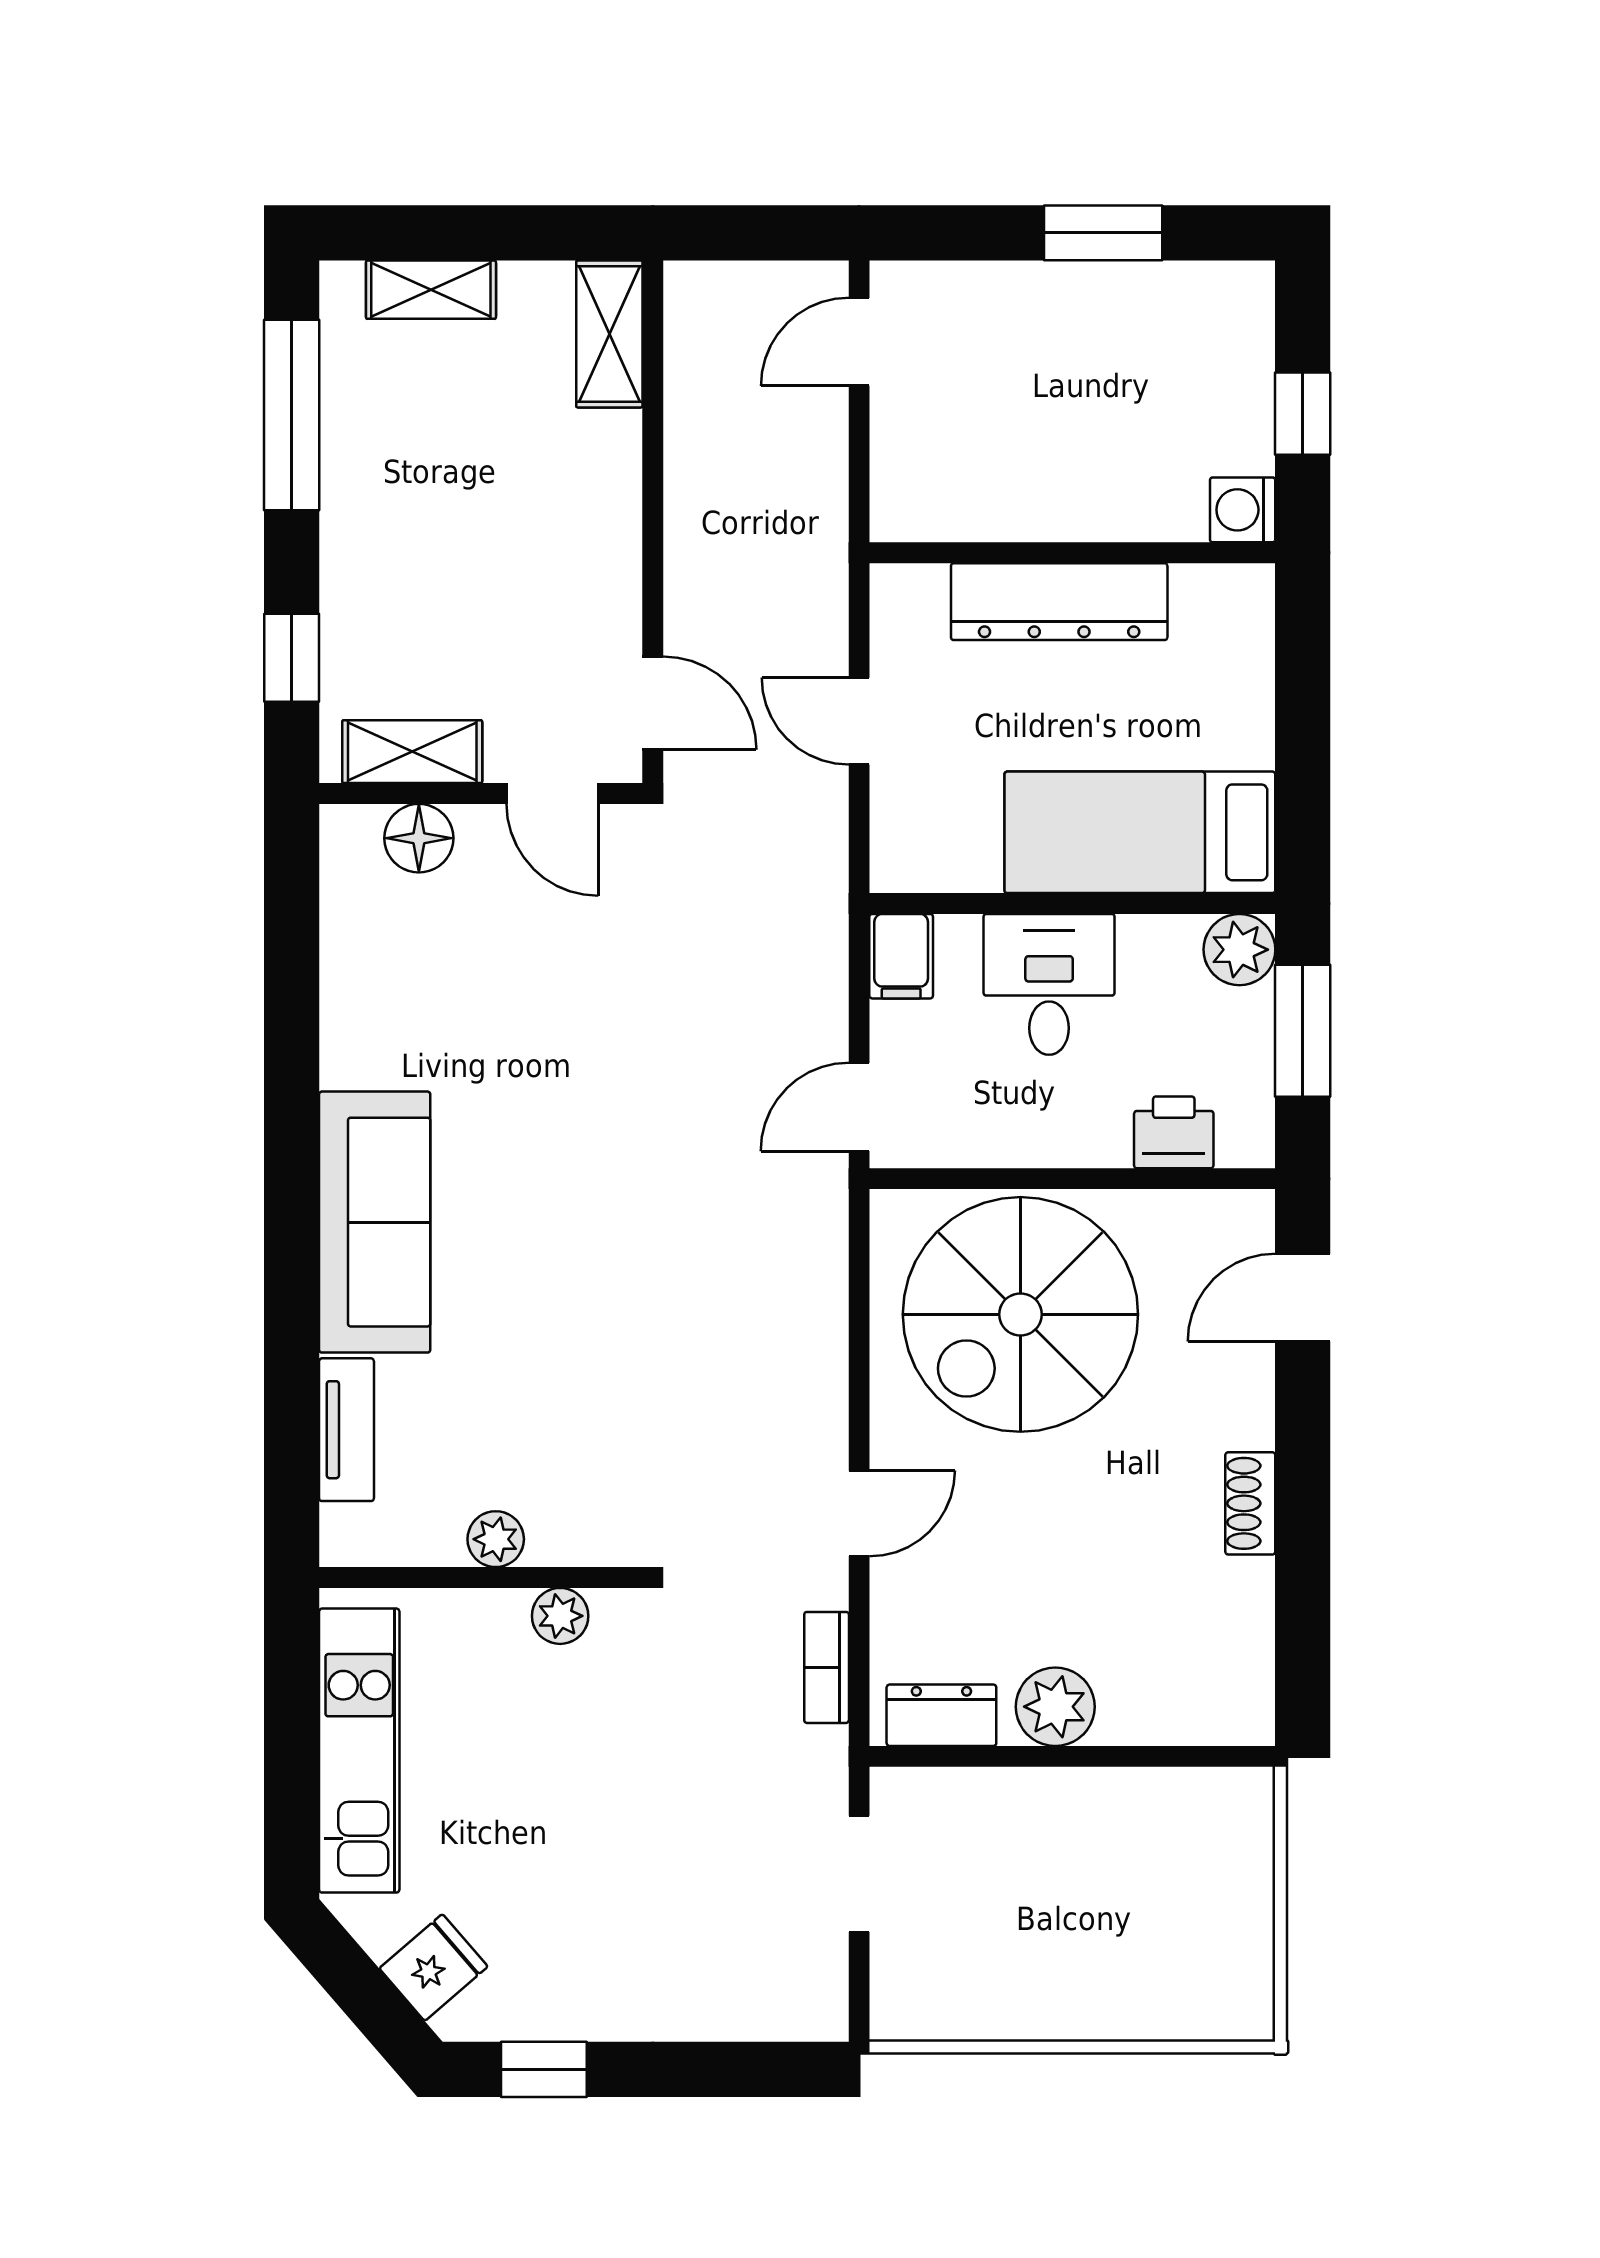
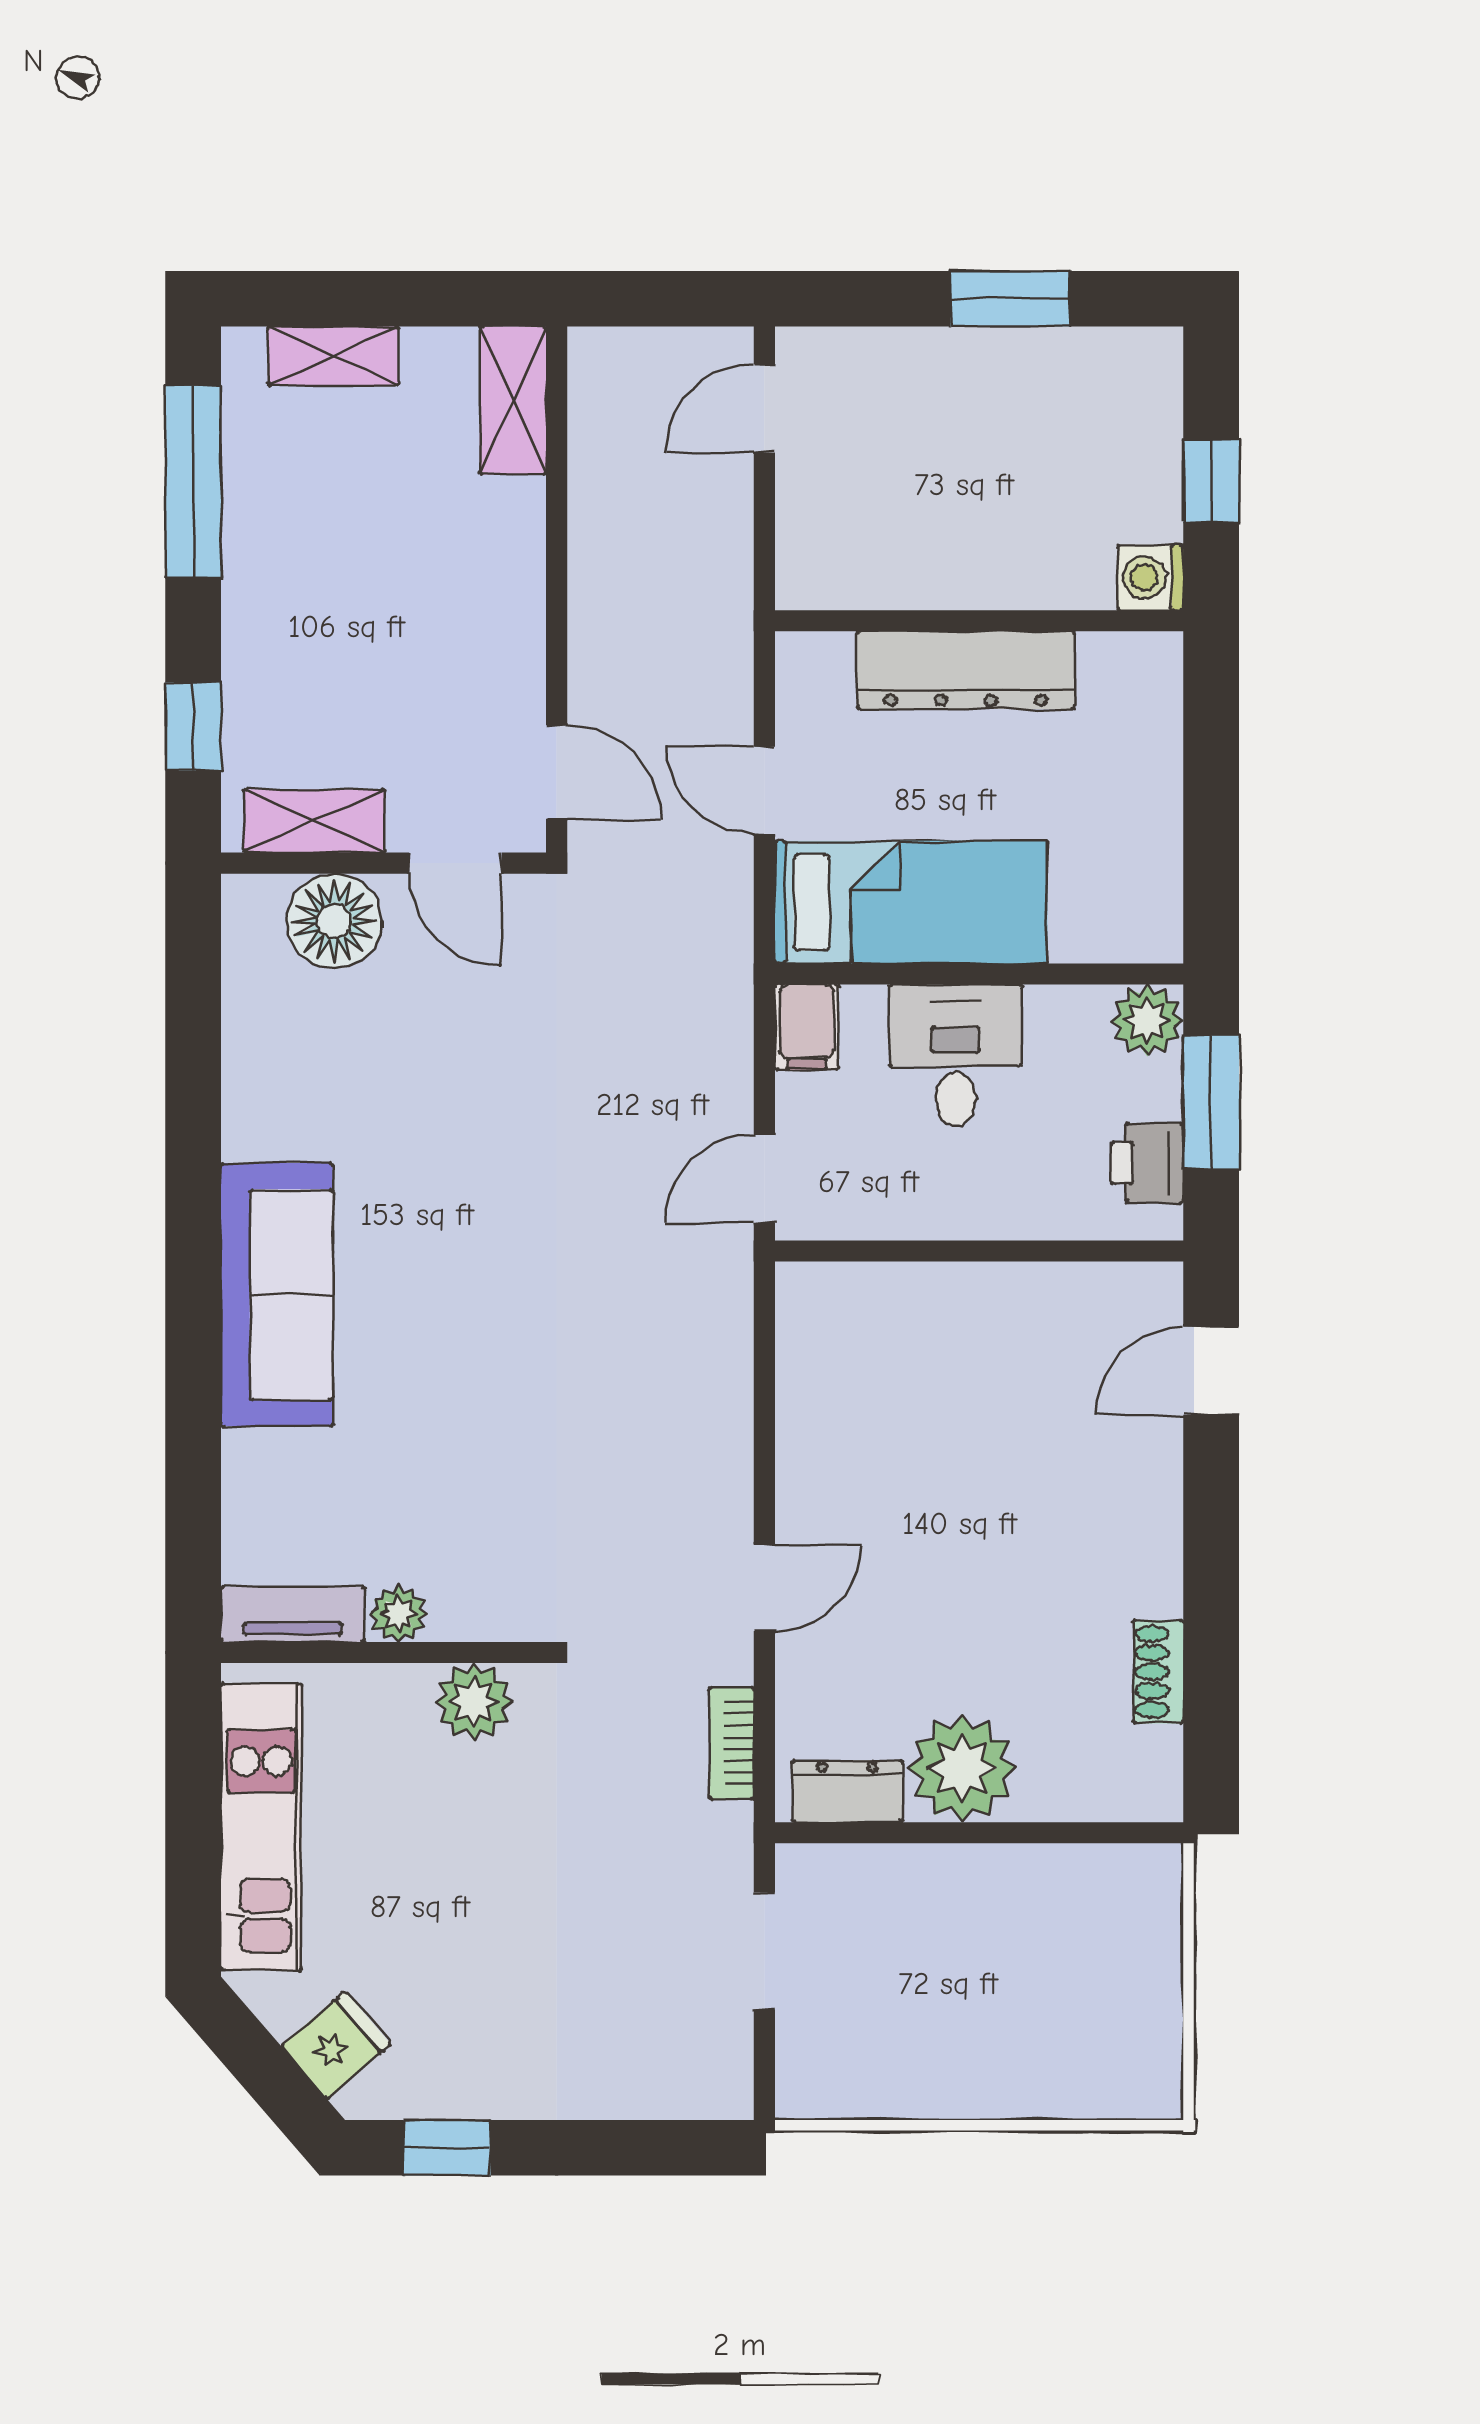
bed: (1140, 832) -> (911, 902), moved, turned 180
floor lamp: (419, 838) -> (334, 921), width x1.38, depth x1.38
printer: (1174, 1132) -> (1147, 1163), moved, turned -90
spiral stairs: (1020, 1314) -> (927, 1388), removed
tv unit: (346, 1430) -> (293, 1615), moved, turned -90
shoe rack: (1250, 1503) -> (1158, 1672), moved
plant: (560, 1616) -> (474, 1702), width x1.38, depth x1.38
plant: (1055, 1707) -> (962, 1768), width x1.36, depth x1.36

